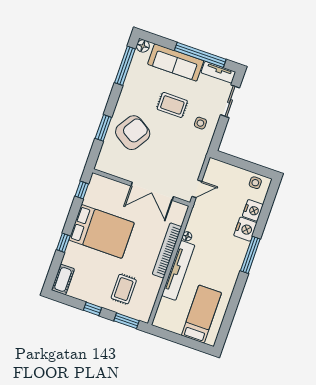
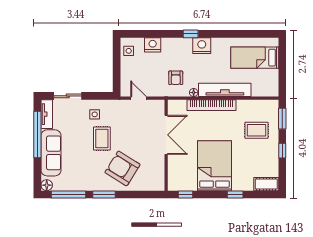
rug: (172, 105) -> (102, 138), moved
window: (103, 128) -> (104, 194), moved
door: (197, 189) -> (138, 98), moved
armchair: (209, 223) -> (176, 78), added
nightstand: (245, 229) -> (202, 46), moved
window: (250, 255) -> (191, 34), width x0.46

